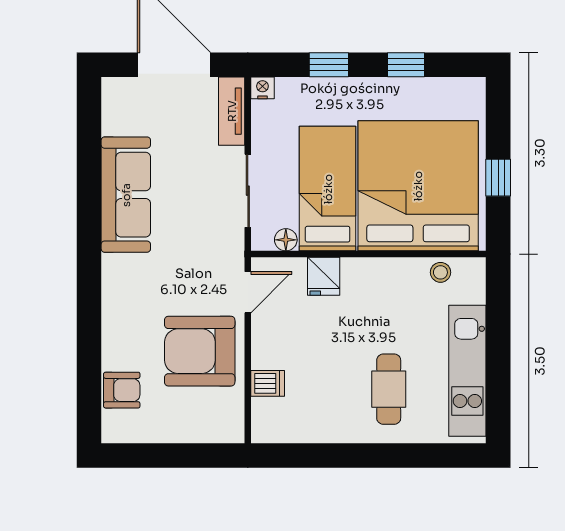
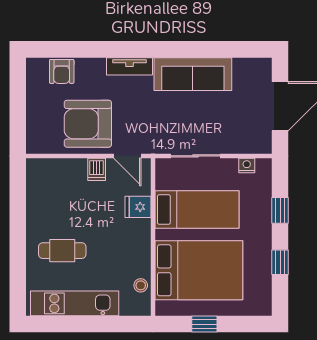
nightstand: (262, 88) -> (247, 165), moved, turned -90
tv unit: (232, 111) -> (129, 66), moved, turned 180
bed: (418, 186) -> (199, 270), width x0.73
floor lamp: (286, 240) -> (163, 182), removed
armchair: (200, 351) -> (88, 124), turned -90
dishwasher: (268, 383) -> (97, 169), moved

